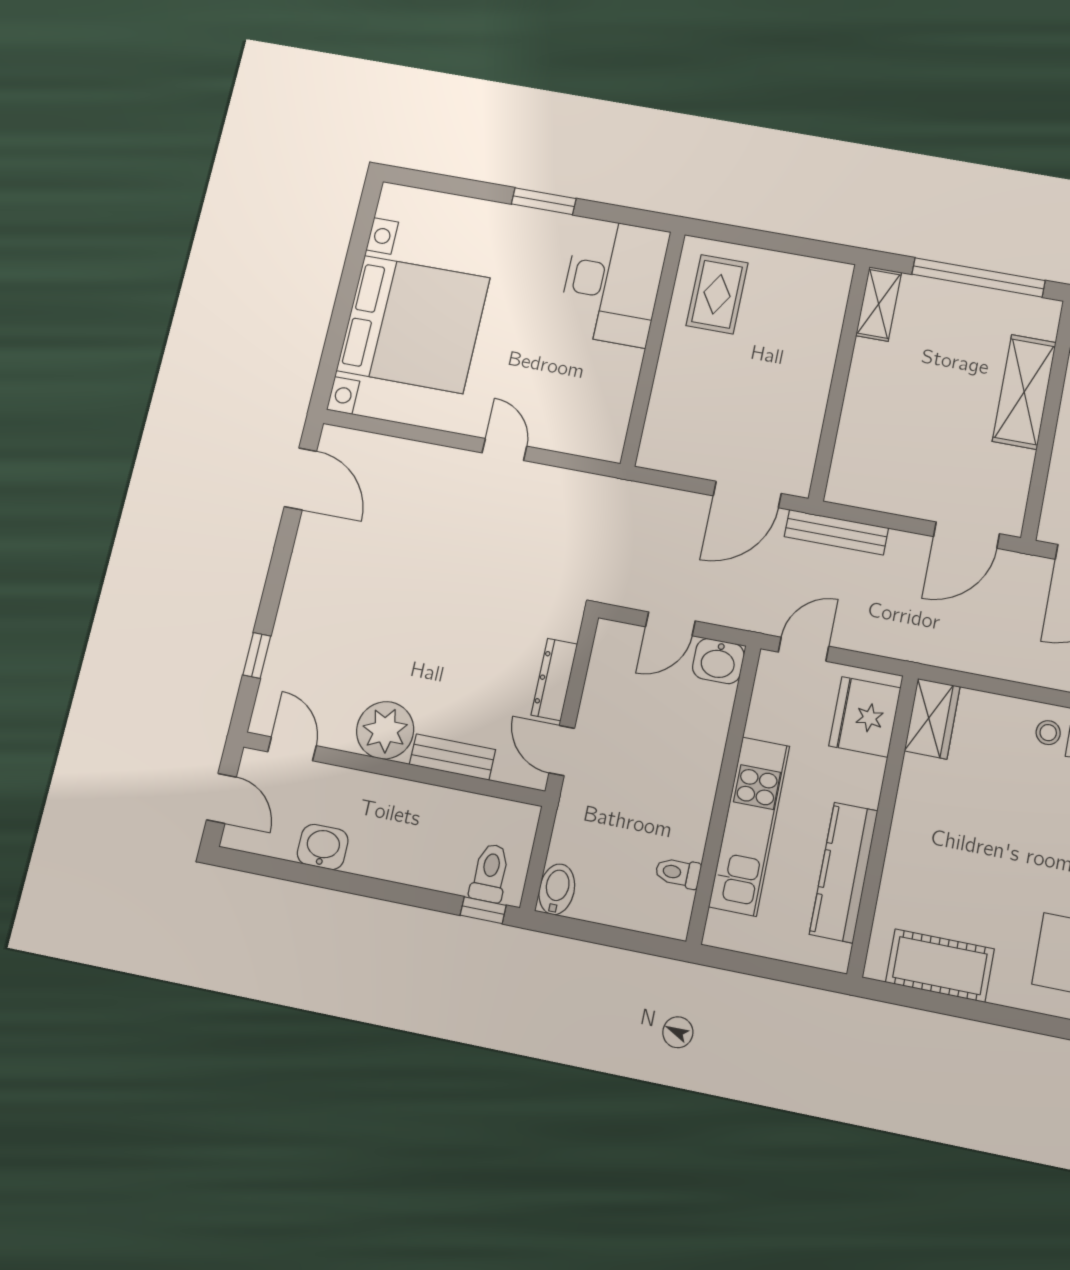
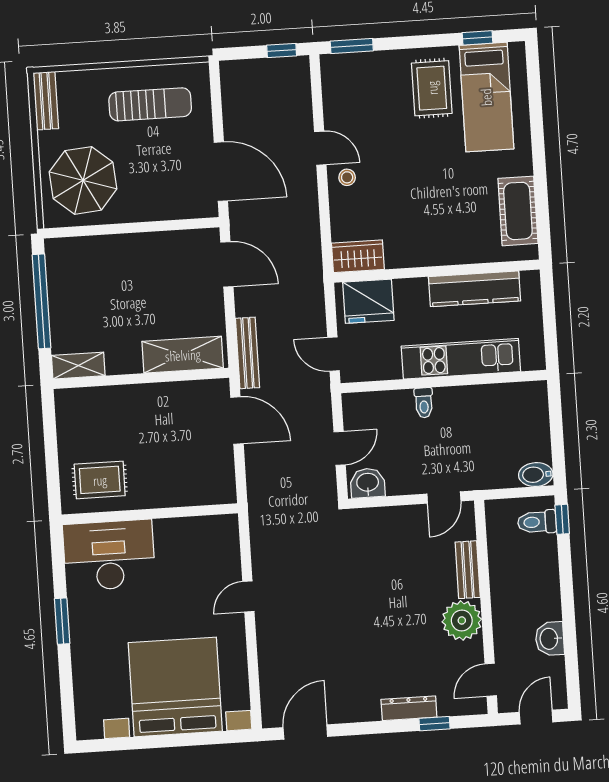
shelving: (1024, 392) -> (183, 355), moved
door: (670, 624) -> (340, 448), hinge flipped
washbasin: (718, 661) -> (368, 483), moved, turned -90
dresser: (554, 679) -> (409, 708), moved, turned 180
toilet: (678, 873) -> (424, 403), moved

